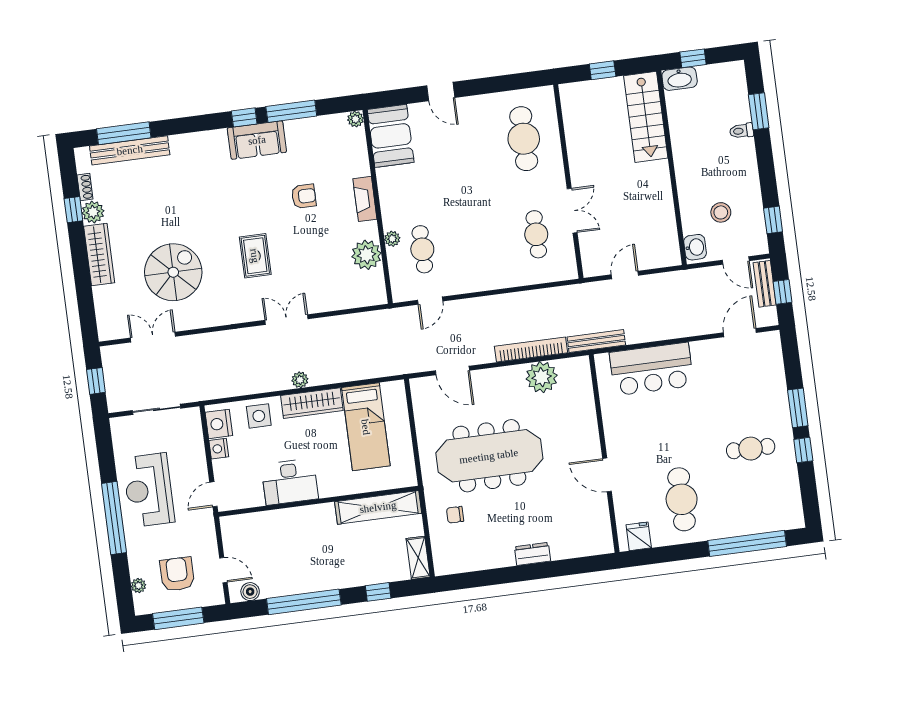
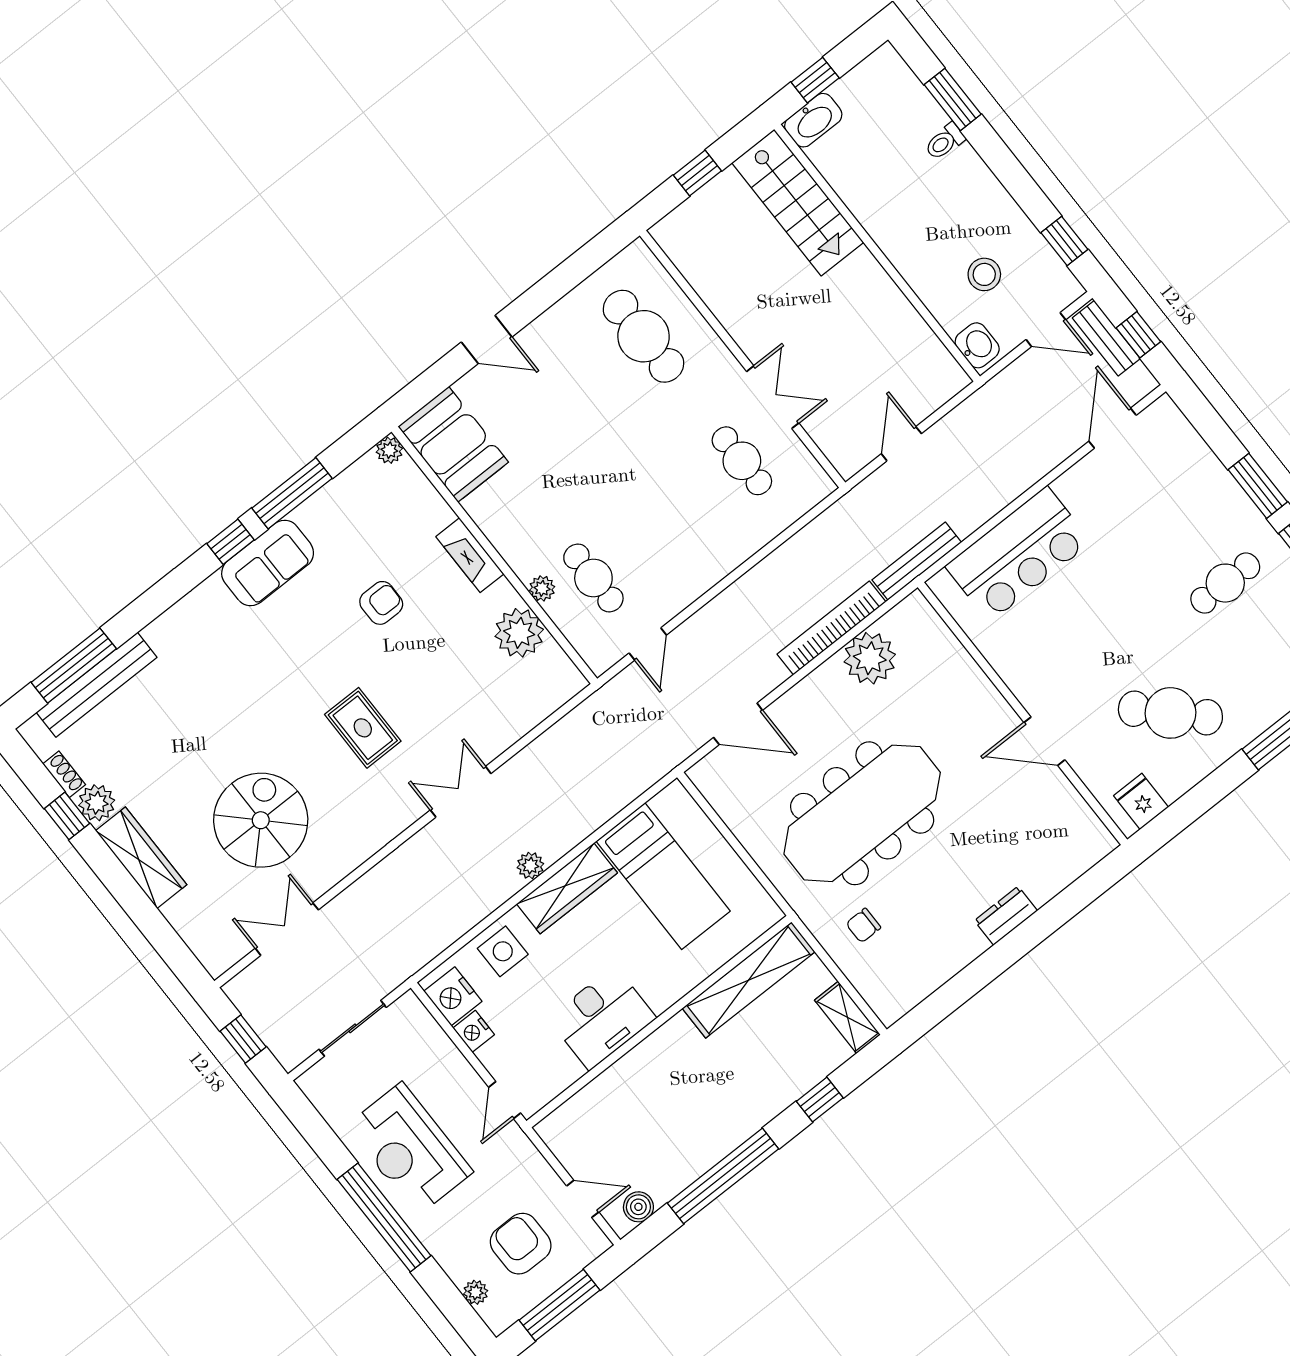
cafe table: (682, 499) -> (1170, 713), turned -45

